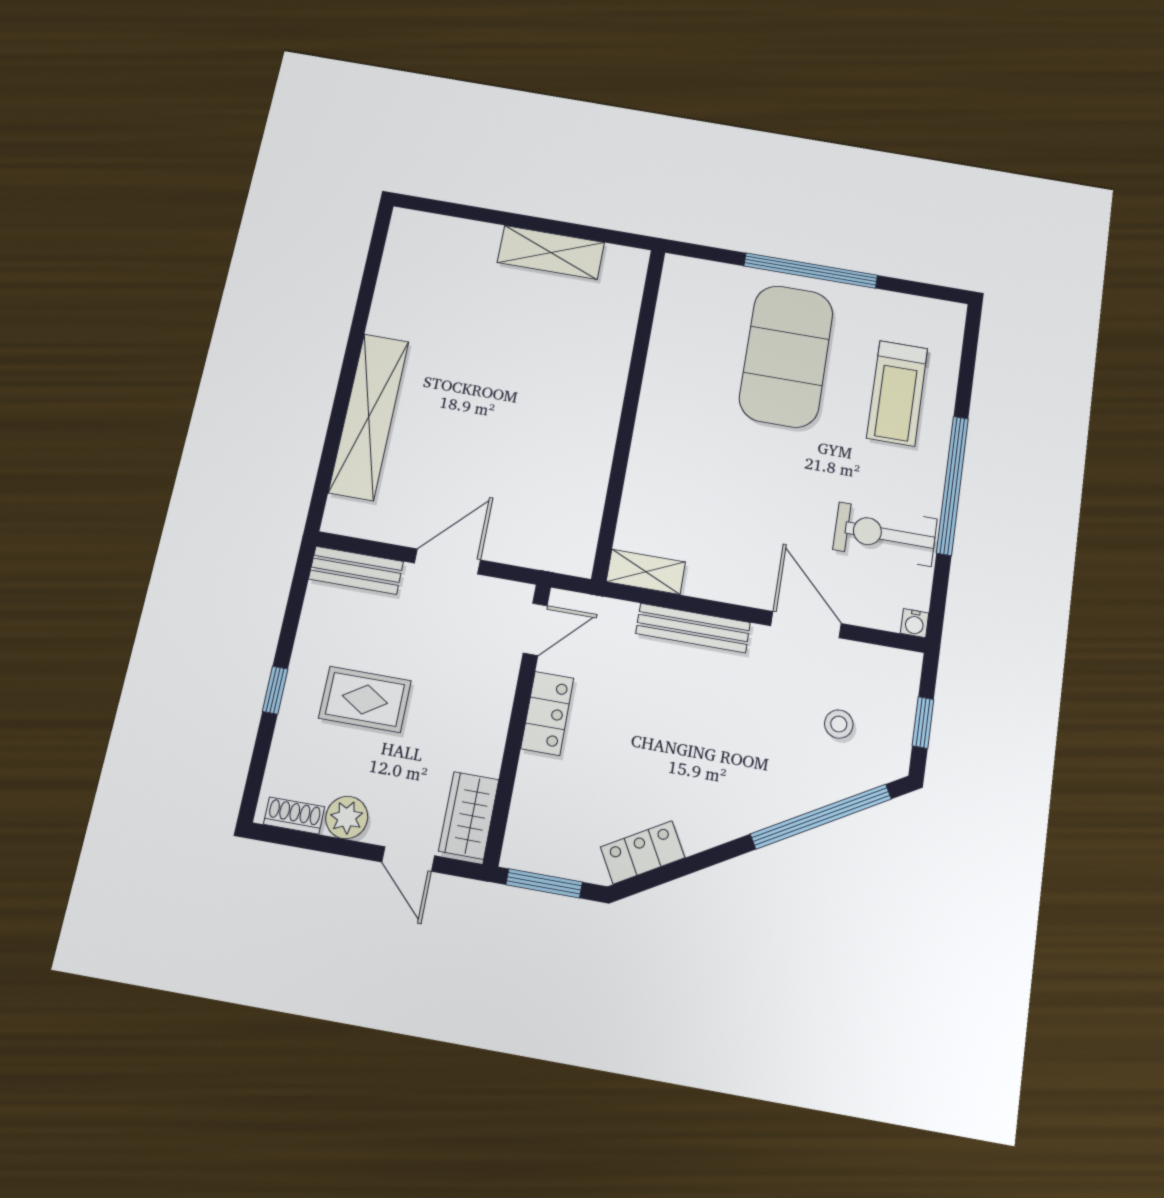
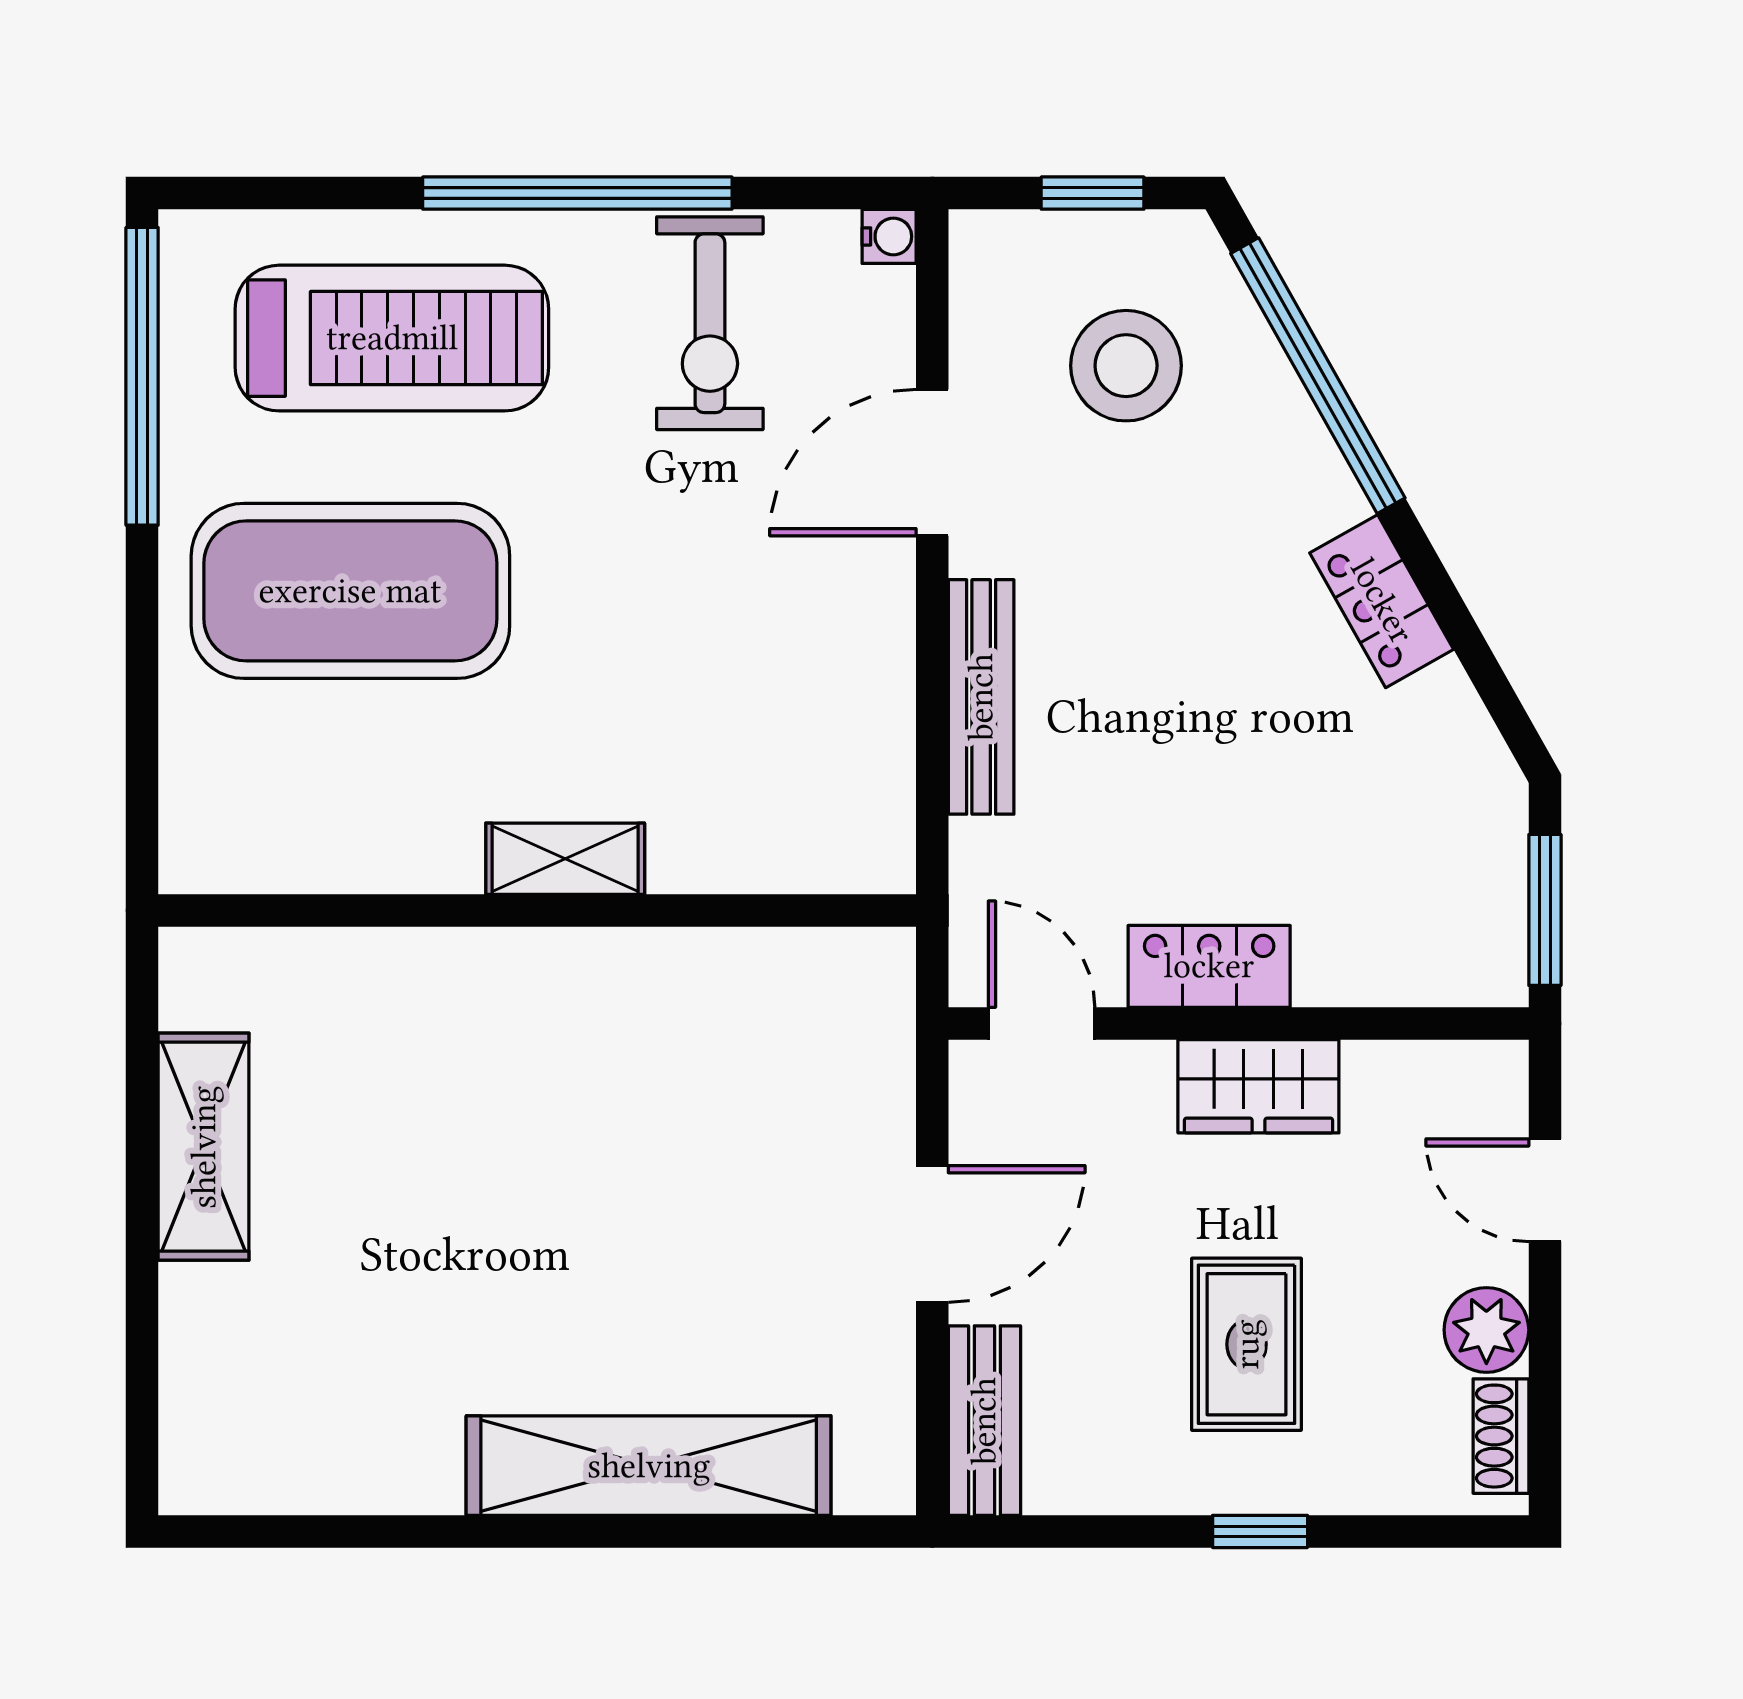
window: (811, 271) -> (142, 376), moved
treadmill: (897, 393) -> (392, 338), width x1.37, depth x1.38
door: (447, 562) -> (932, 1234), swing flipped
shelving: (646, 572) -> (565, 859), moved, turned 90
stool: (839, 724) -> (1126, 366), width x1.89, depth x1.89
wardrobe: (469, 815) -> (1258, 1086), moved
locker: (643, 852) -> (1382, 601), moved
door: (408, 859) -> (1545, 1190), swing flipped

